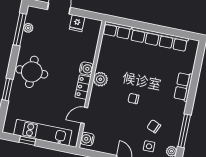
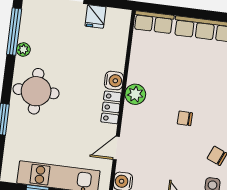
plant: (28, 28) -> (23, 49), moved

